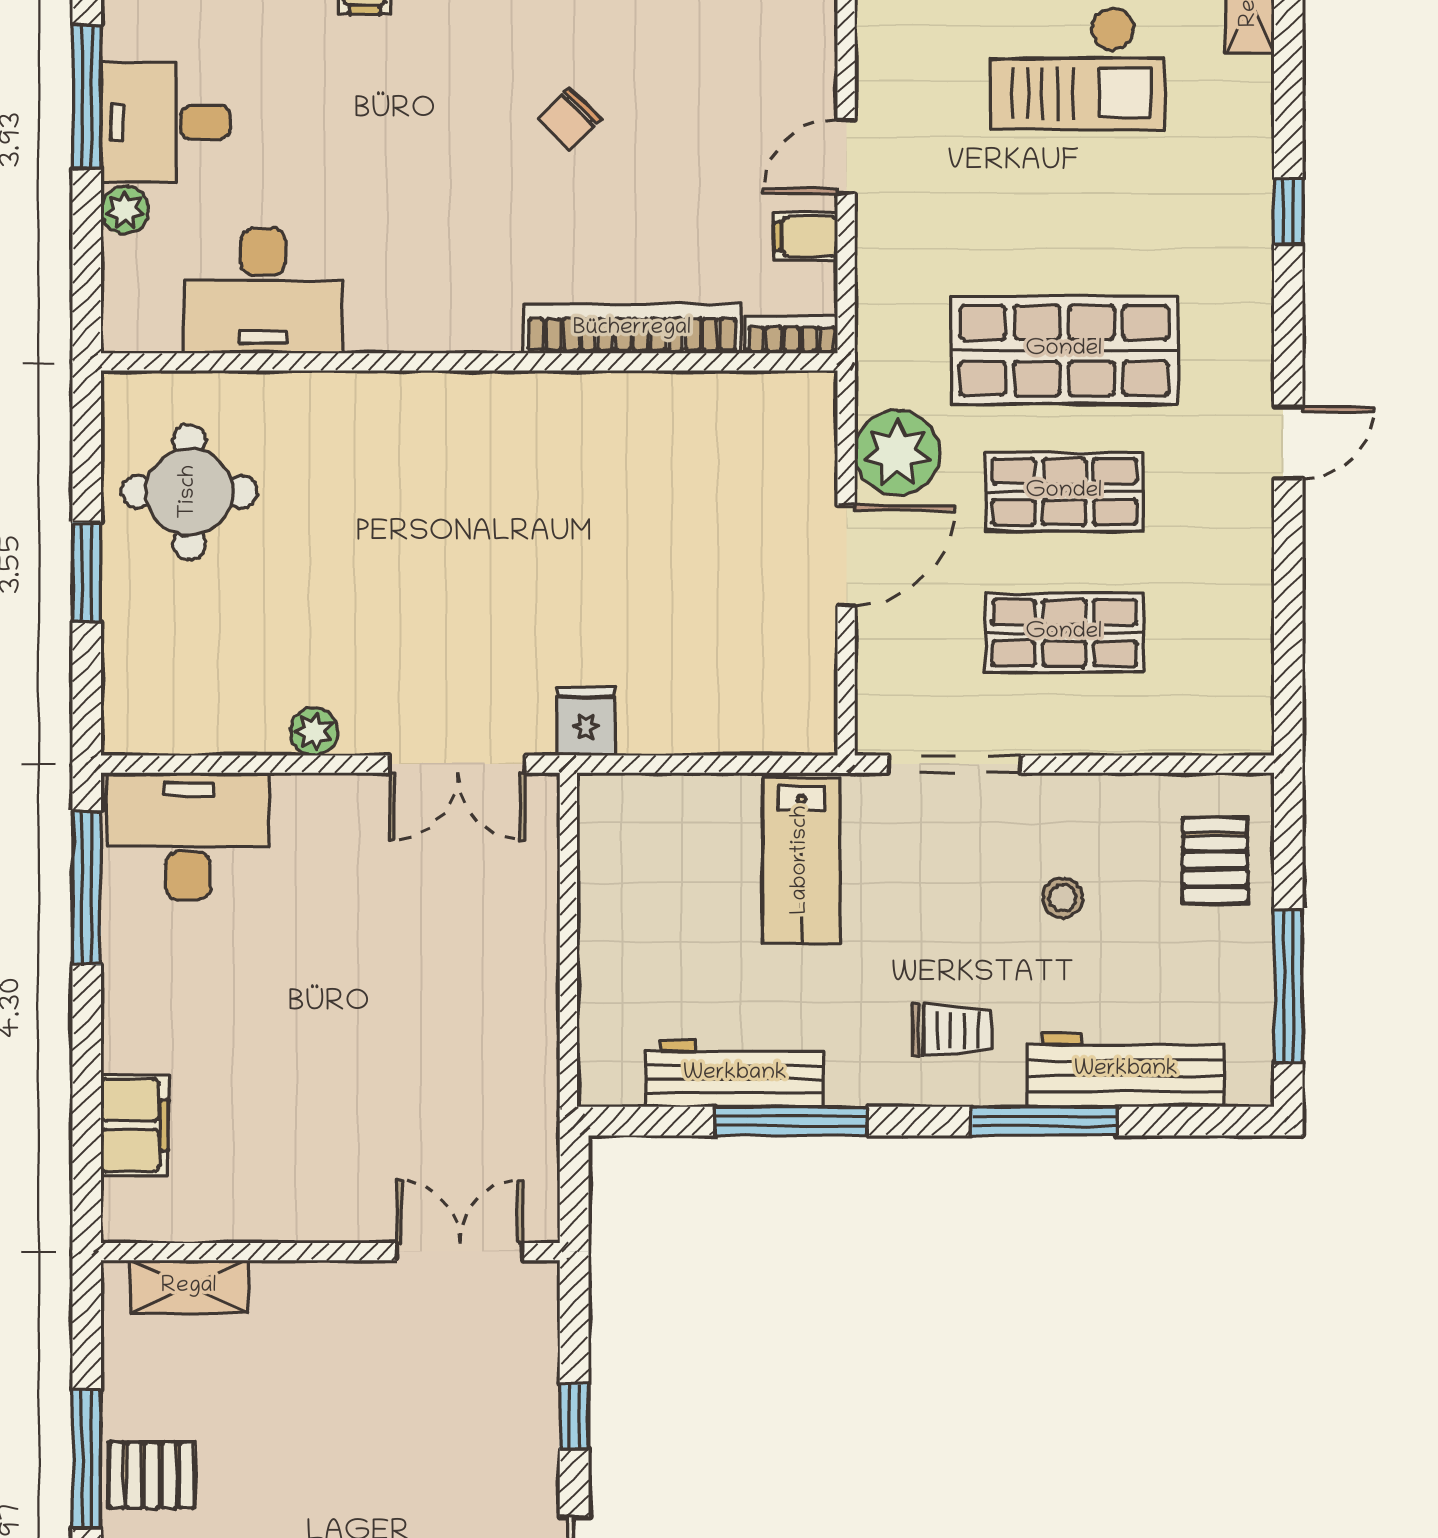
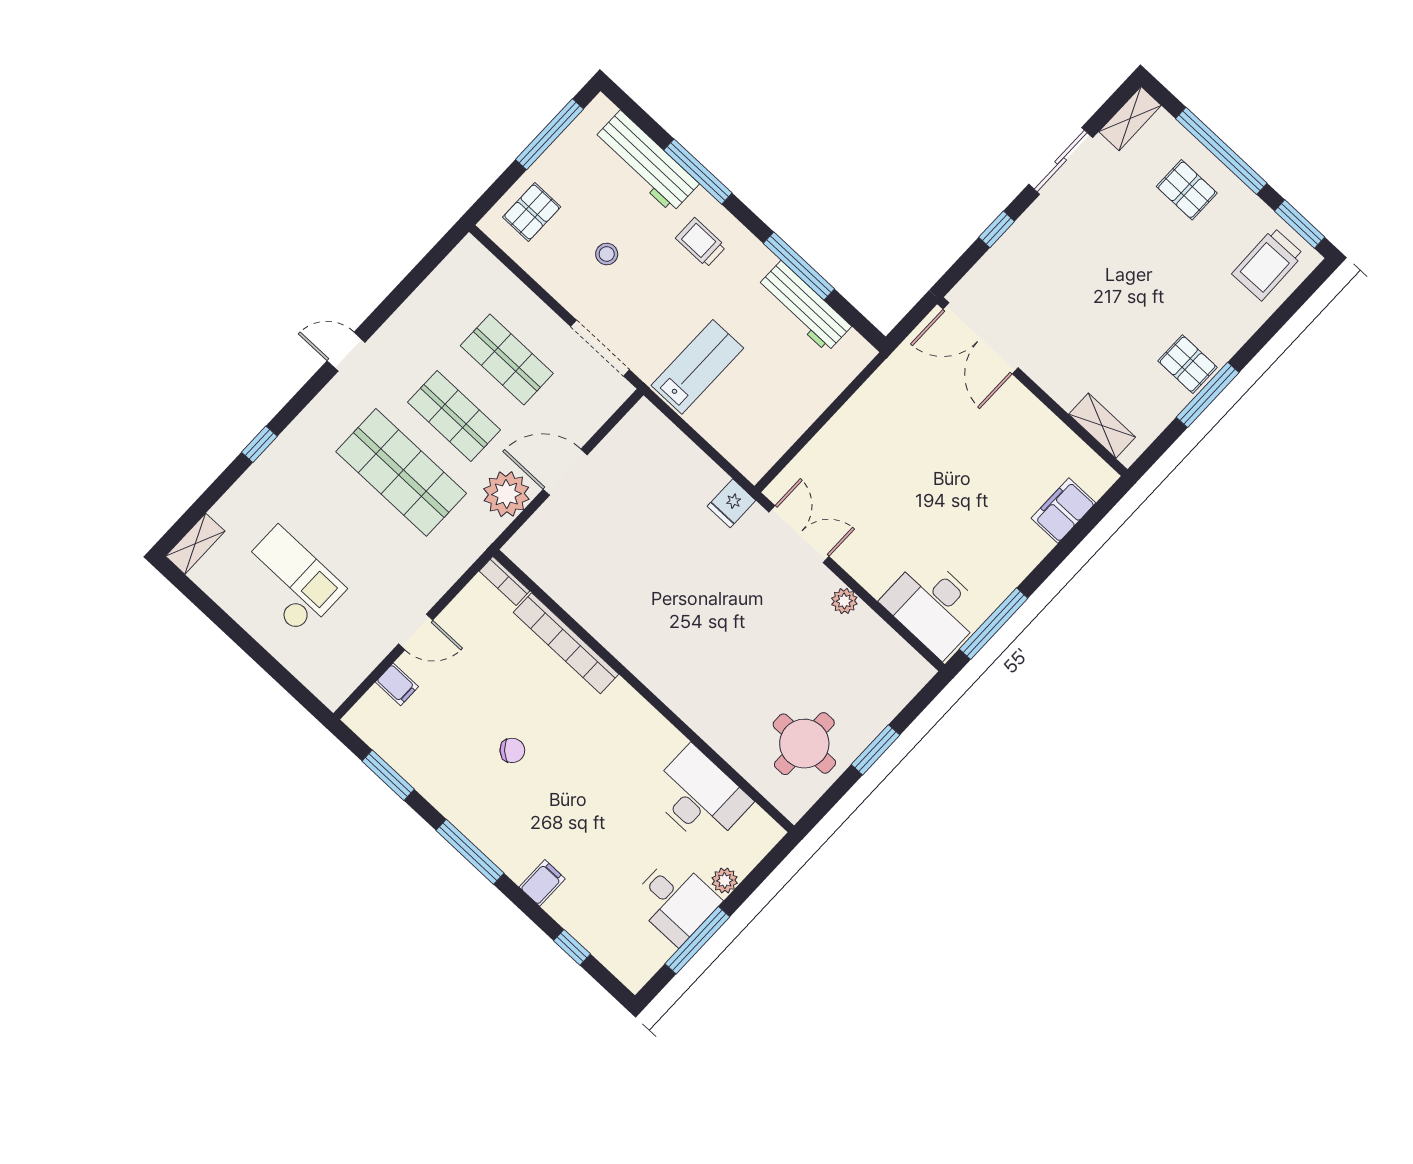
filing cabinet: (806, 237) -> (397, 684), moved
double door: (460, 1252) -> (981, 338), width x1.37

